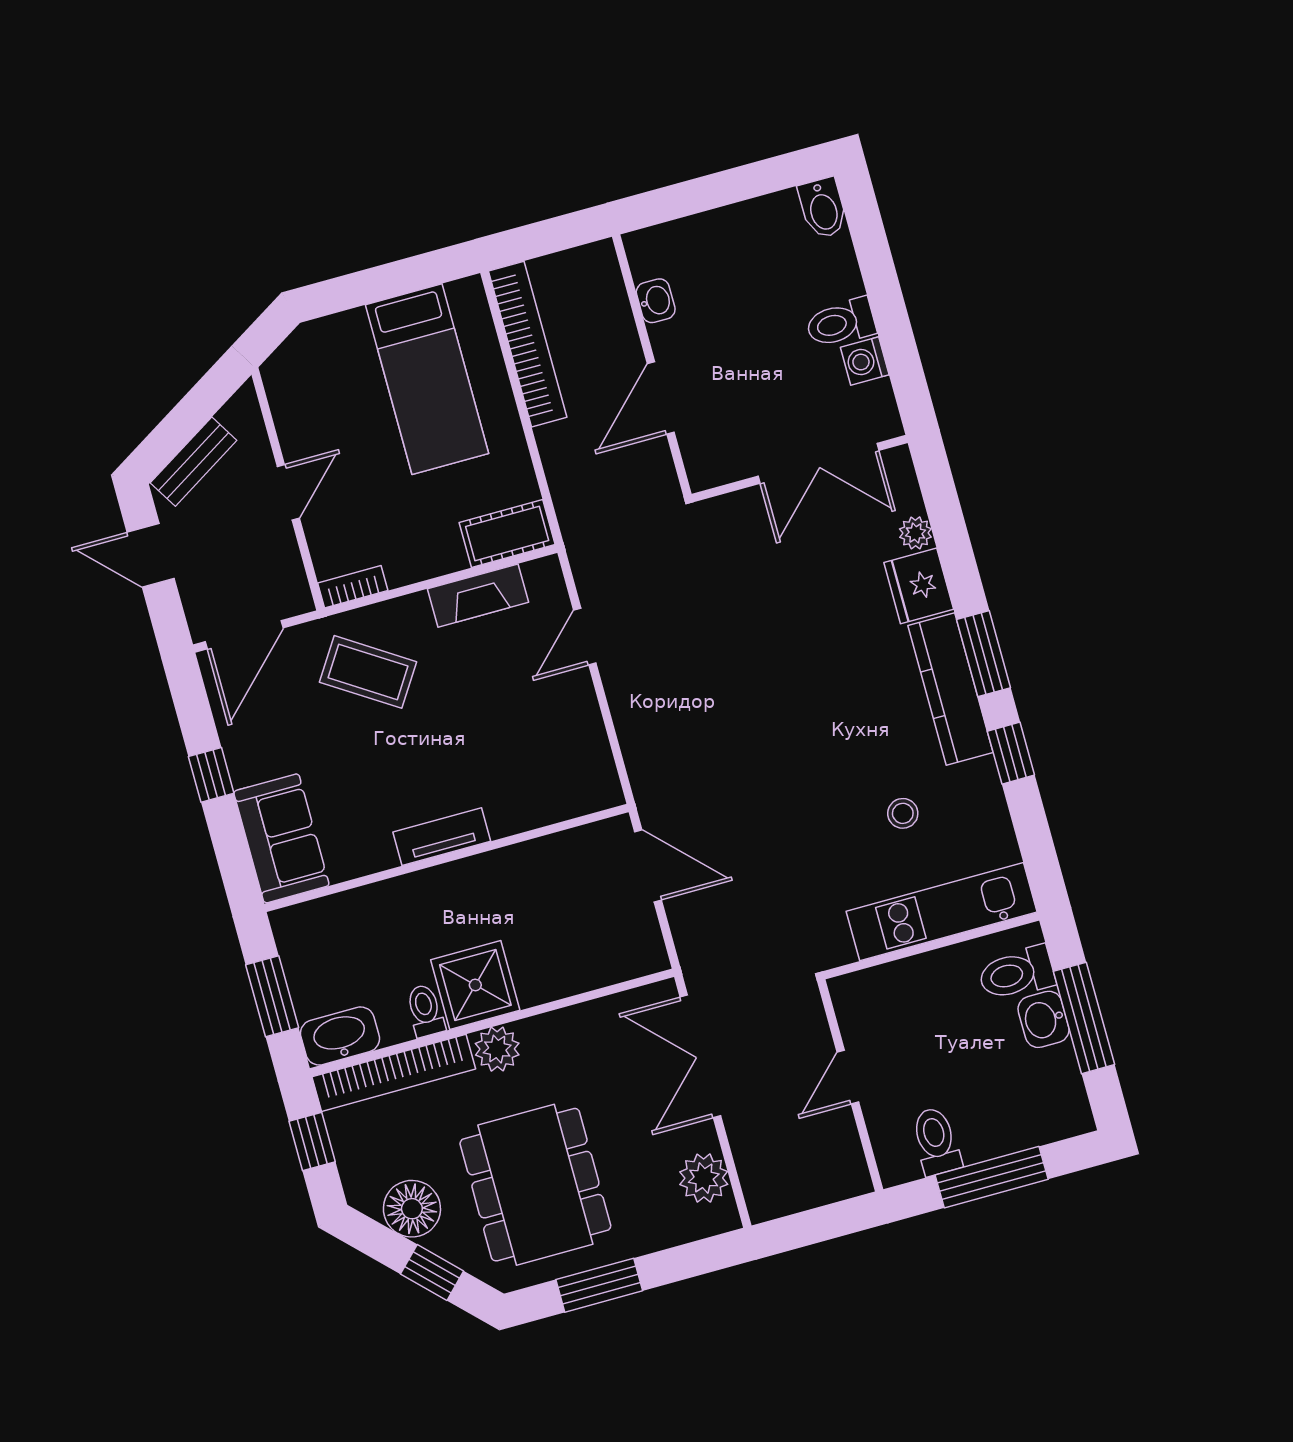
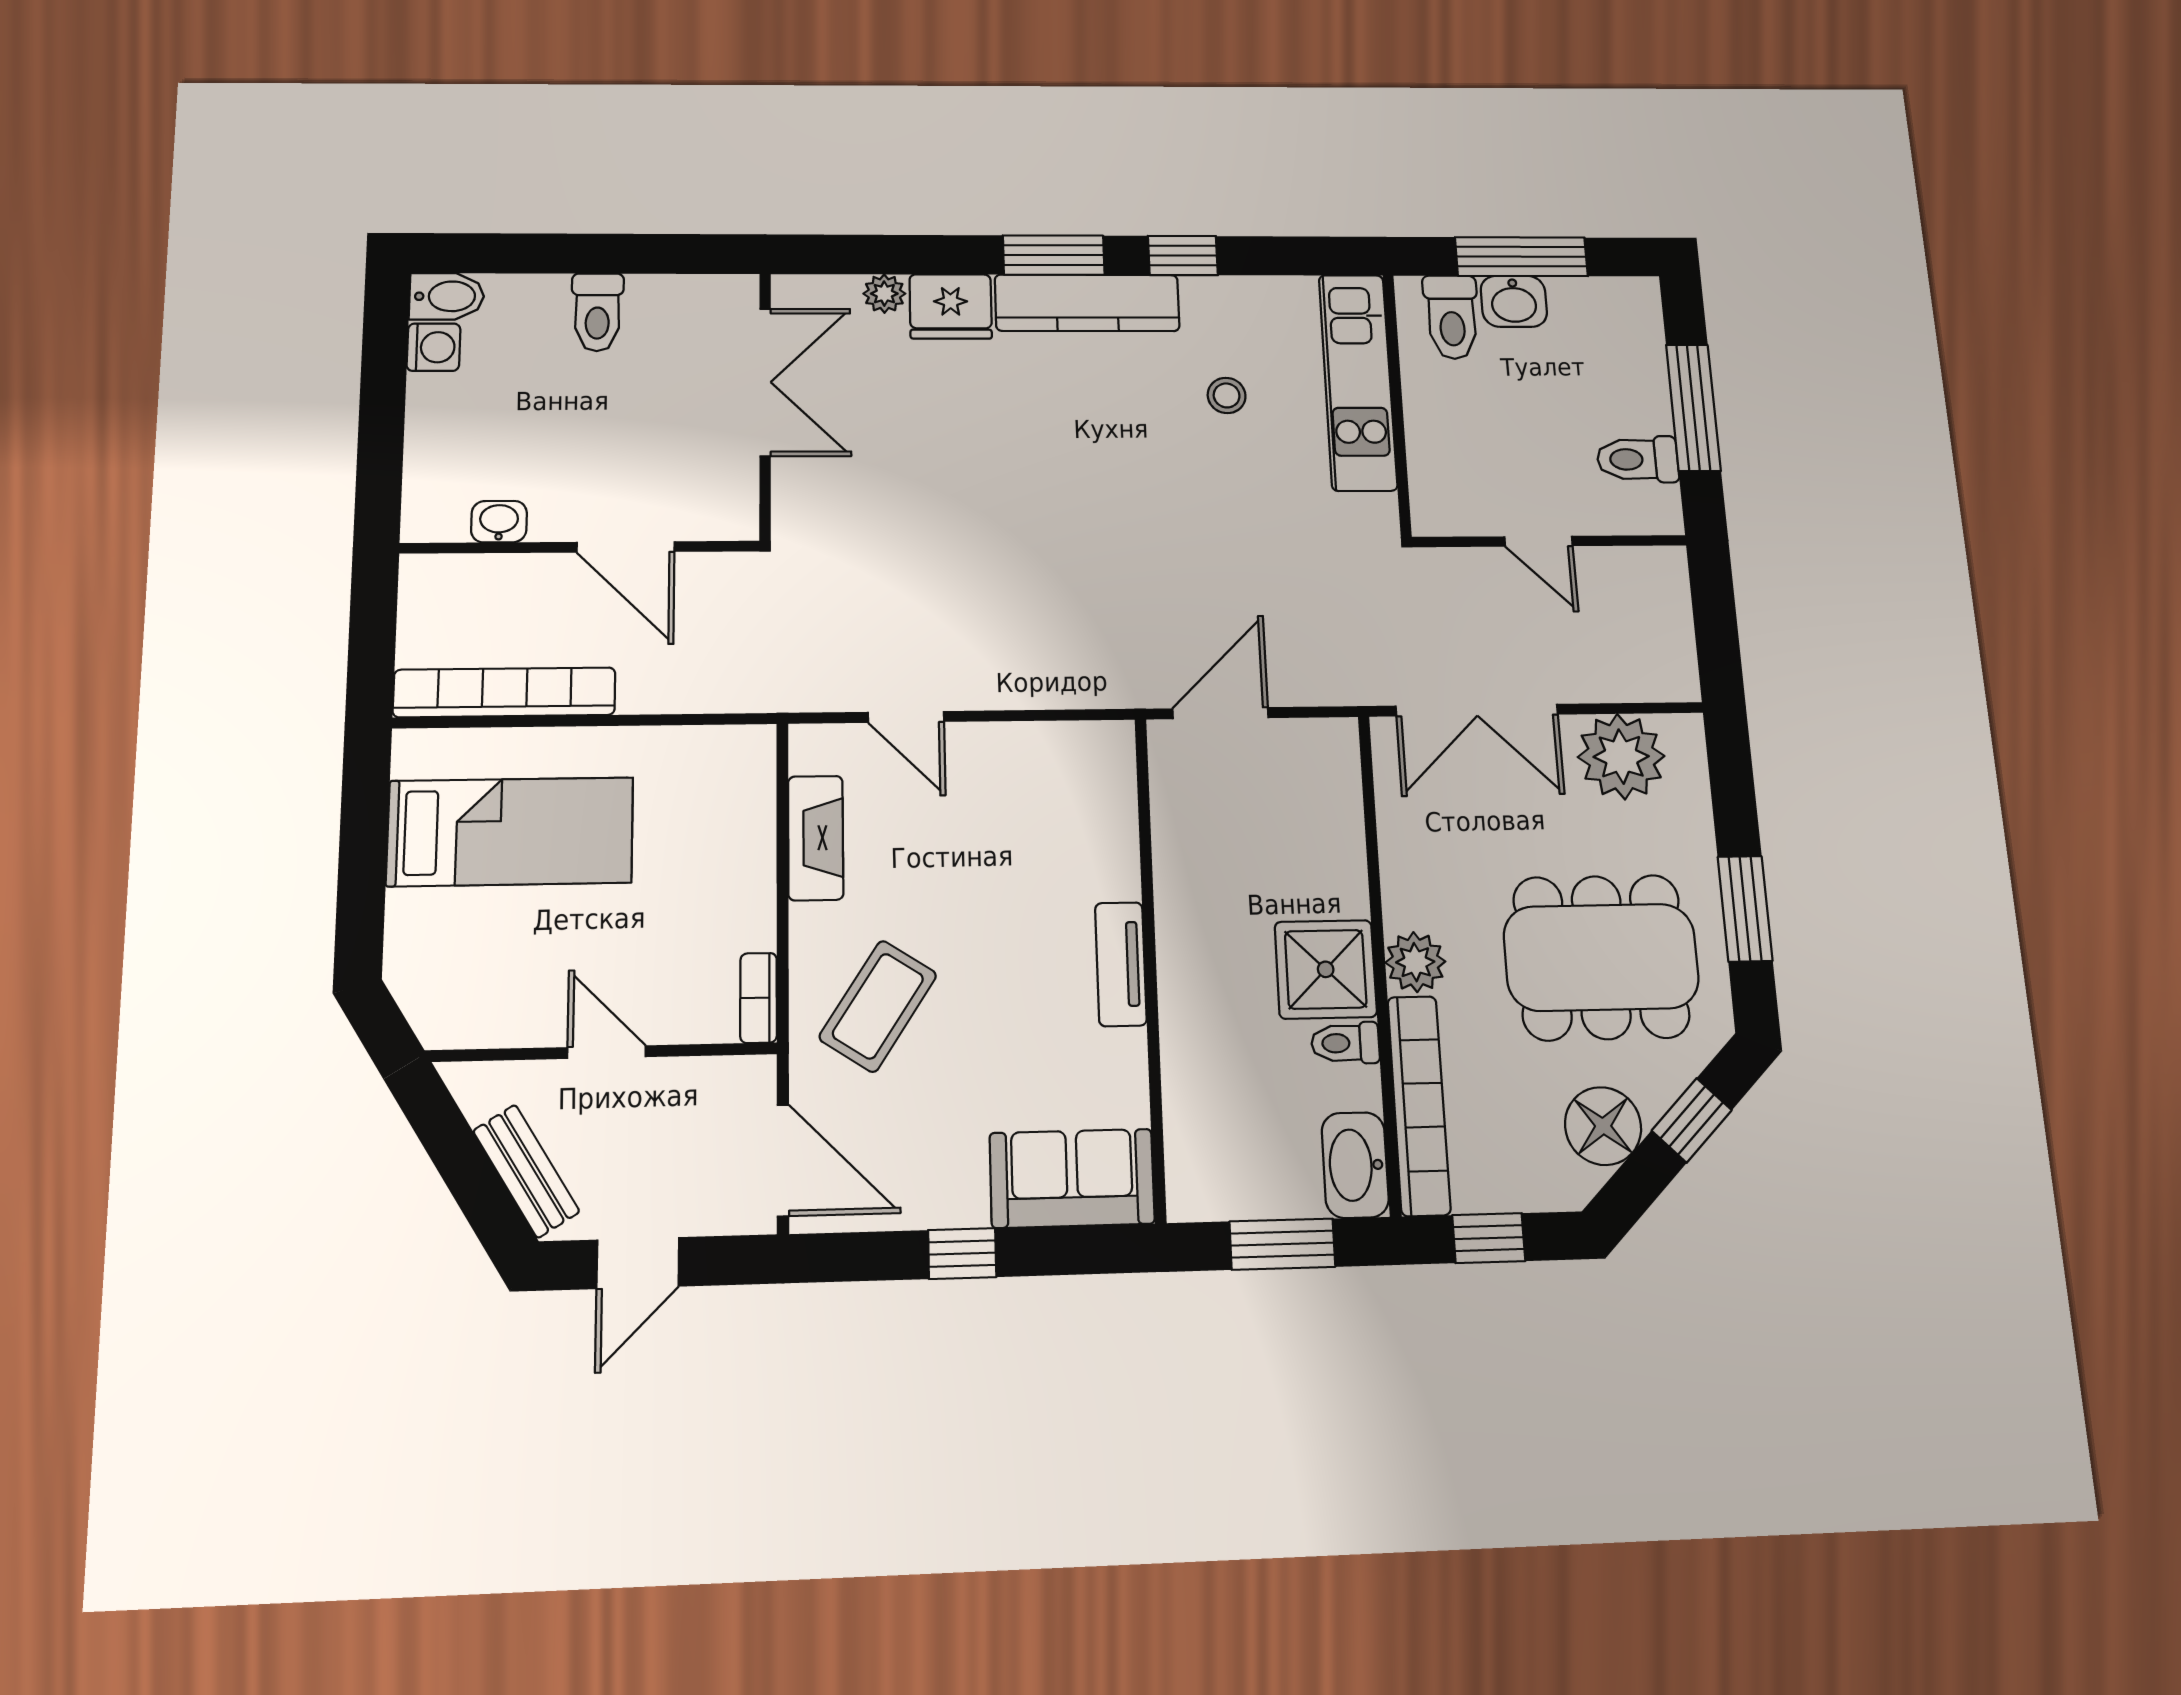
washing machine: (865, 361) -> (434, 347), moved, turned -90
cot: (507, 533) -> (745, 780), removed
plant: (704, 1178) -> (1621, 757), width x1.36, depth x1.36

